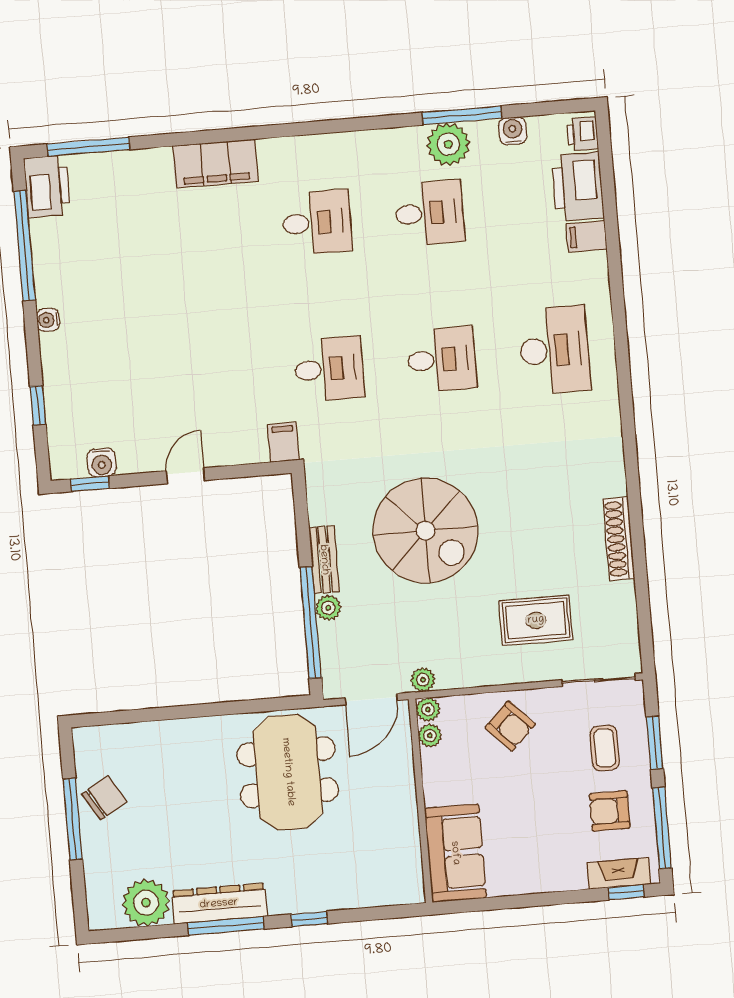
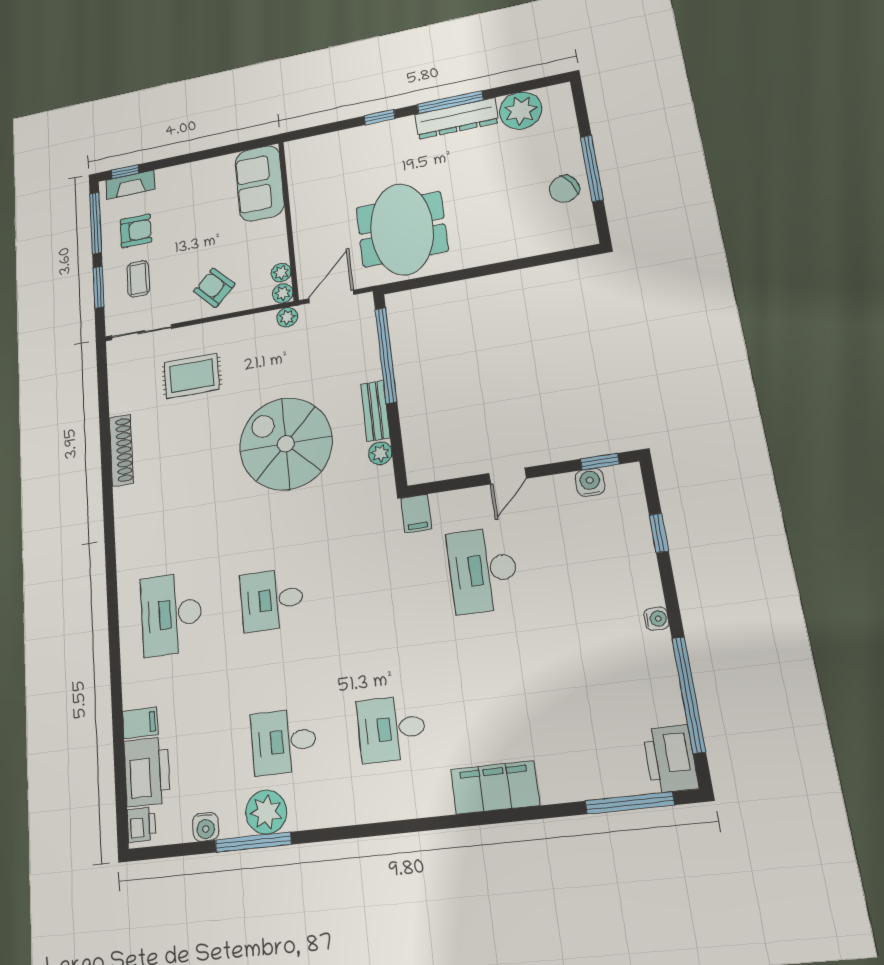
desk: (329, 369) -> (483, 570), moved, width x1.37
plant: (328, 608) -> (380, 453), moved

